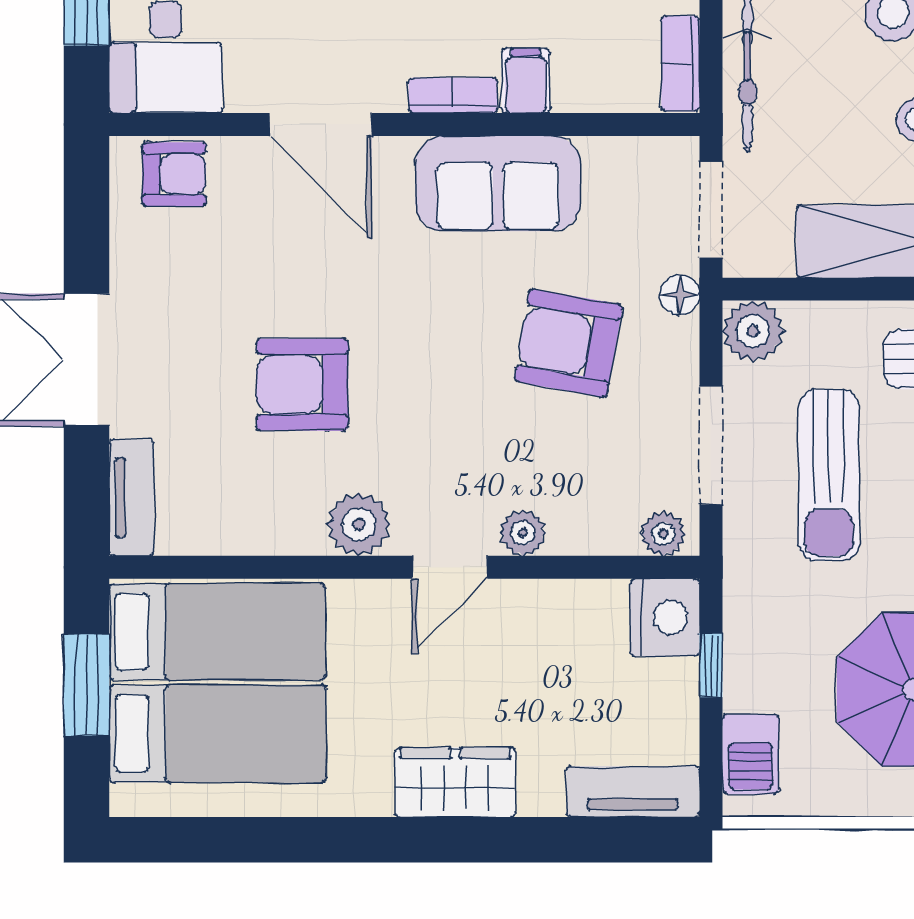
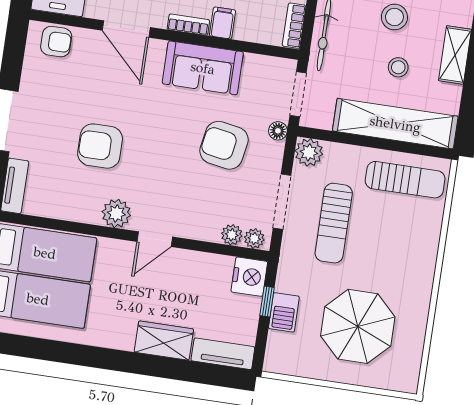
plant: (523, 533) -> (232, 235), moved
barbecue: (751, 754) -> (284, 312), moved
wardrobe: (455, 782) -> (164, 341), moved

